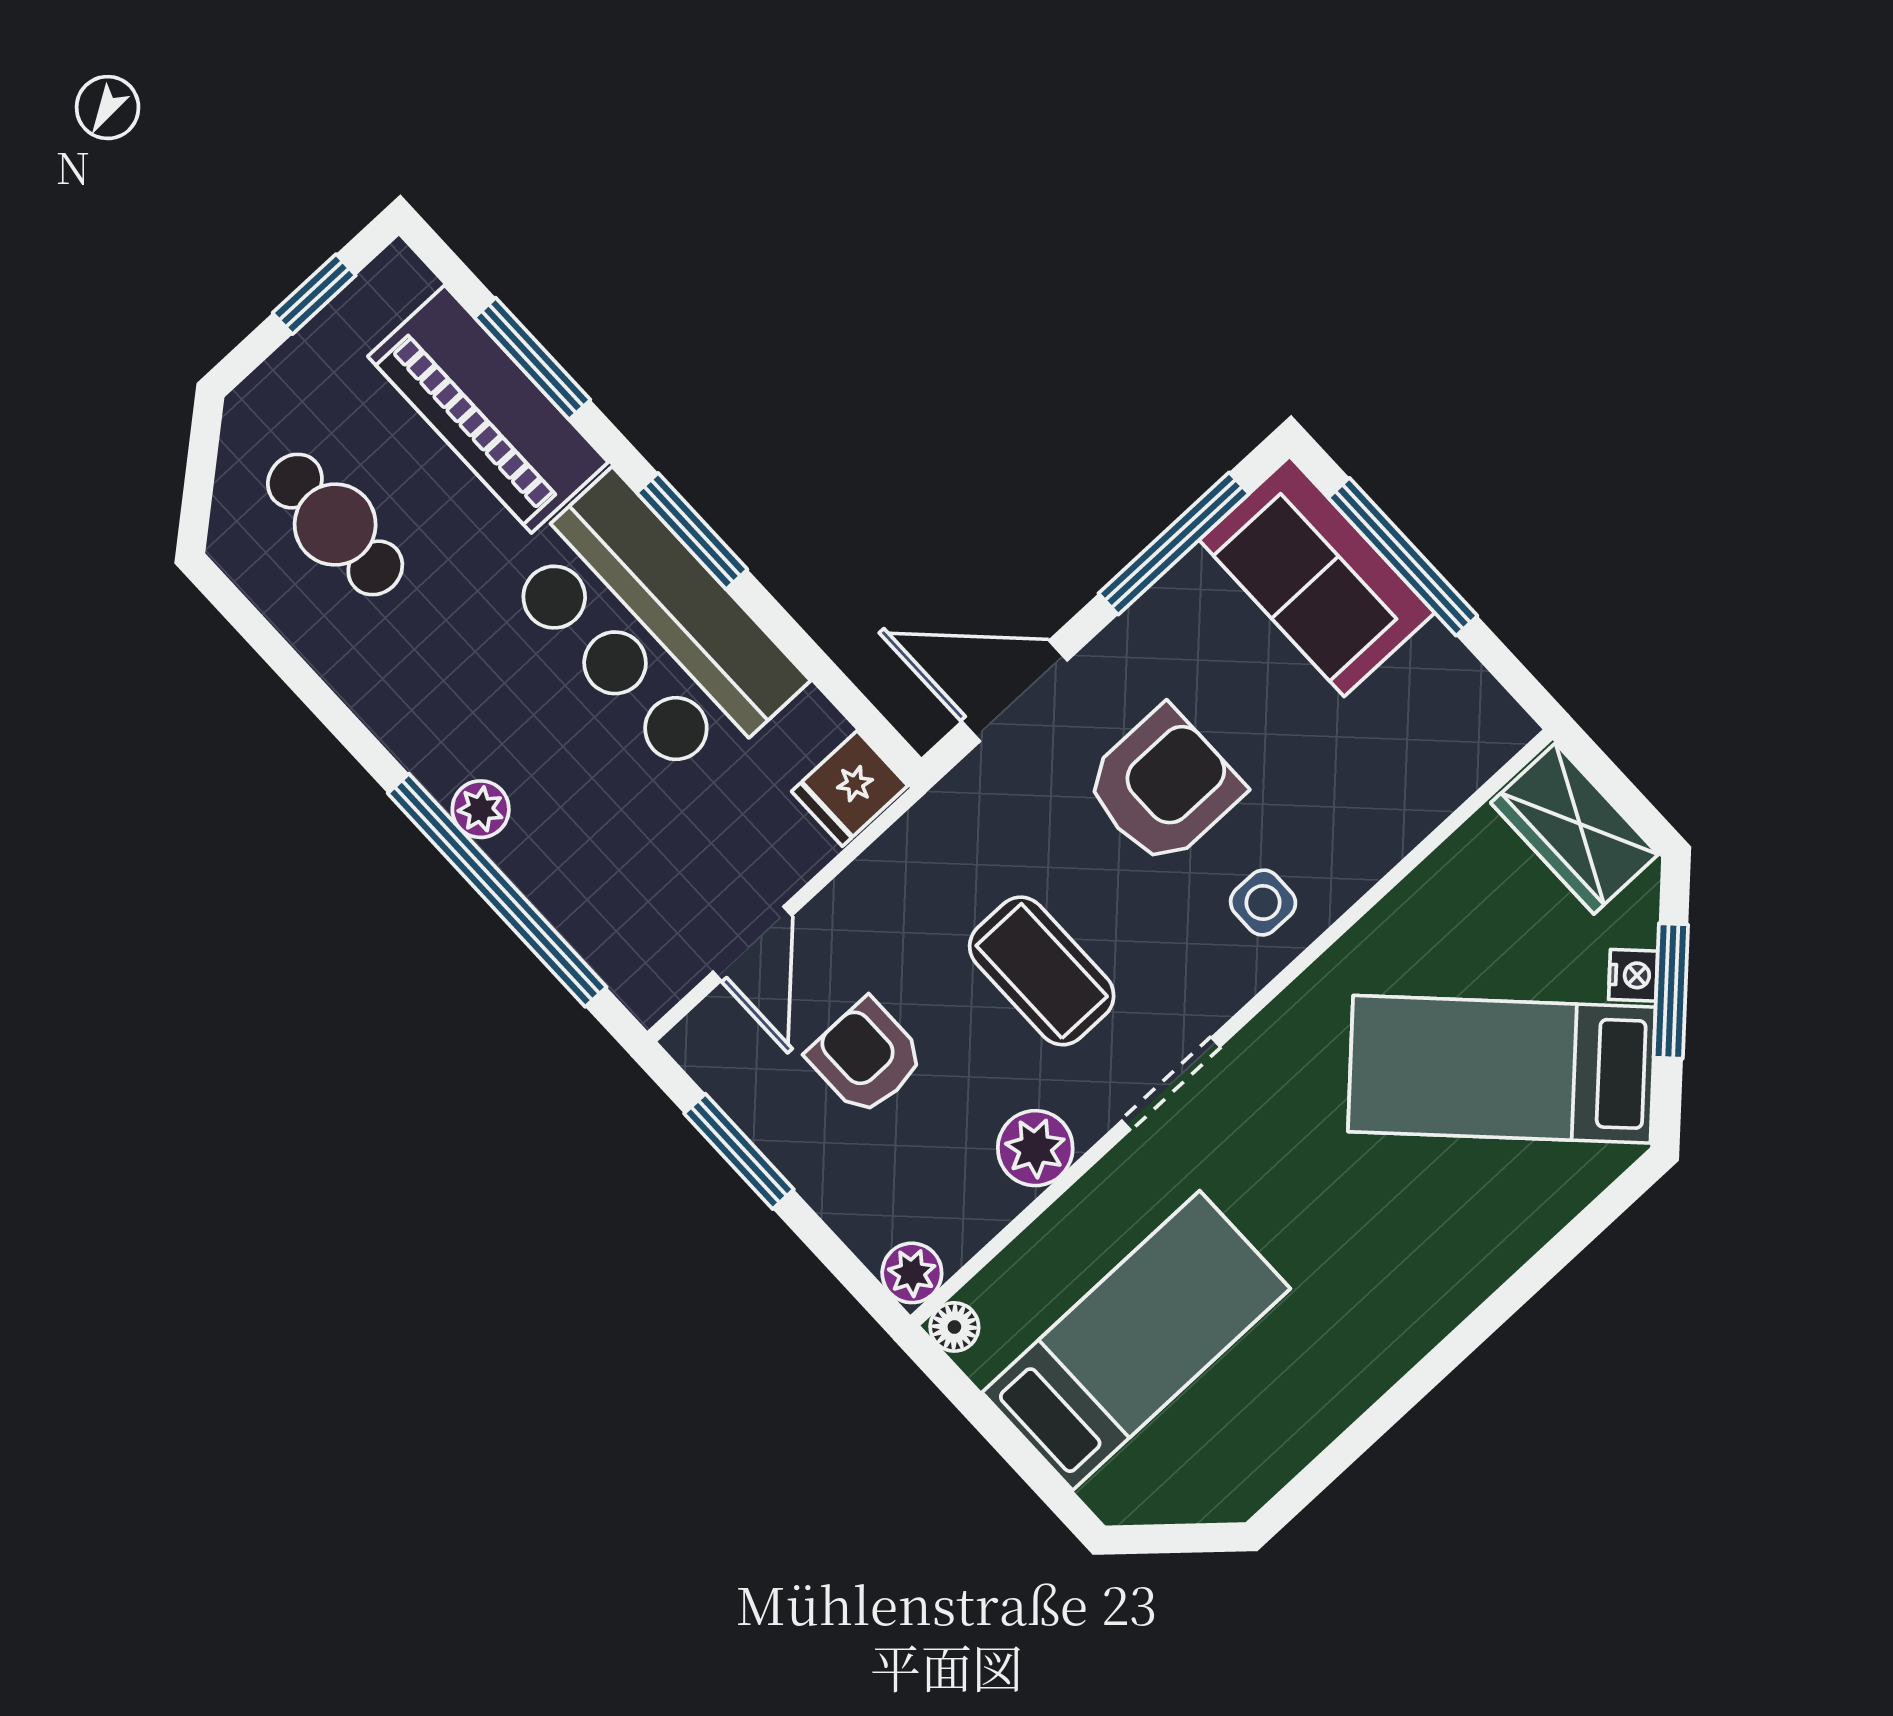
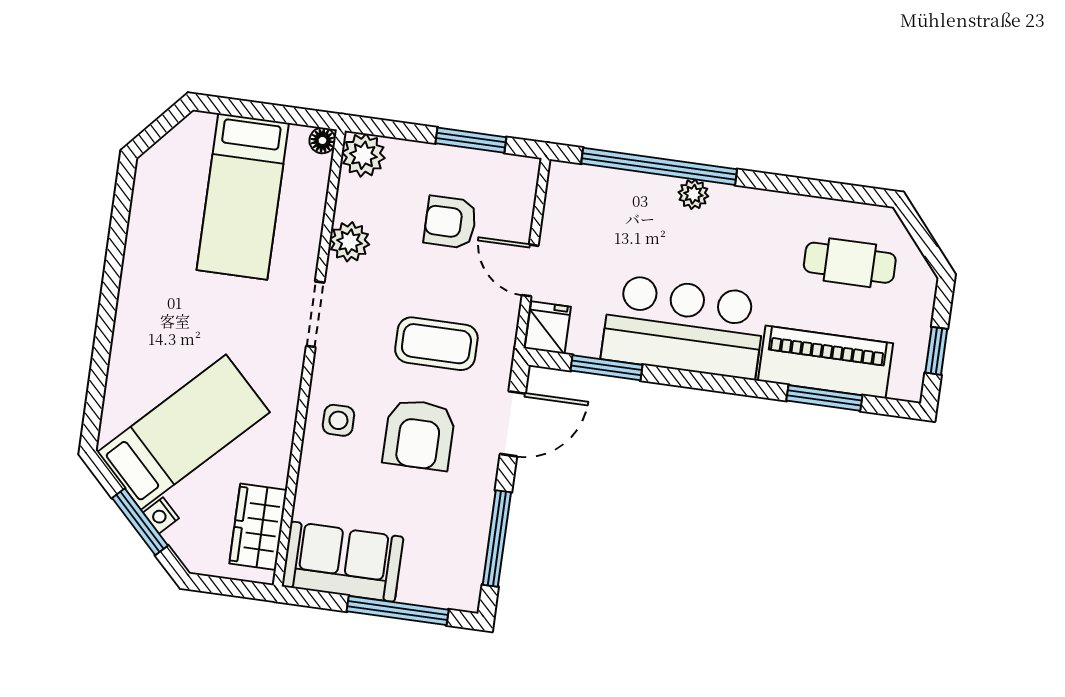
window: (692, 531) -> (606, 368), moved
sofa: (1317, 576) -> (342, 562), moved
wardrobe: (1575, 829) -> (258, 527), moved, turned -90
door: (752, 944) -> (530, 270), moved
coffee table: (1042, 971) -> (436, 344), moved
armchair: (866, 1057) -> (450, 222), turned 180
plant: (912, 1273) -> (363, 155), width x1.38, depth x1.38

